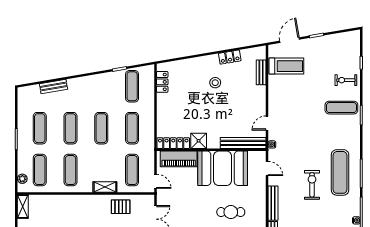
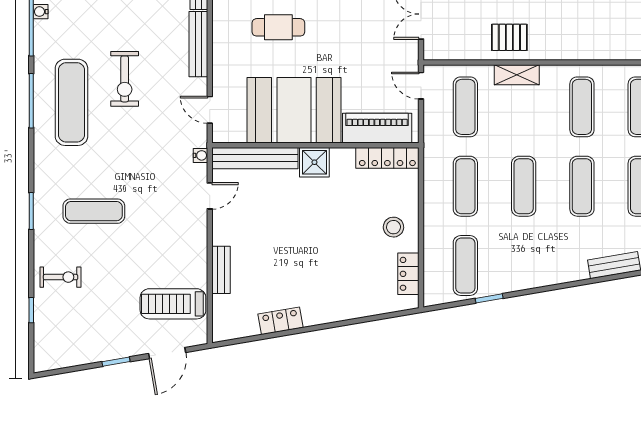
bench: (261, 72) -> (221, 270), moved
stool: (215, 83) -> (393, 227), moved
exercise mat: (341, 108) -> (94, 211), moved
shower: (199, 141) -> (314, 162), moved
pallet: (121, 207) -> (509, 37), moved

